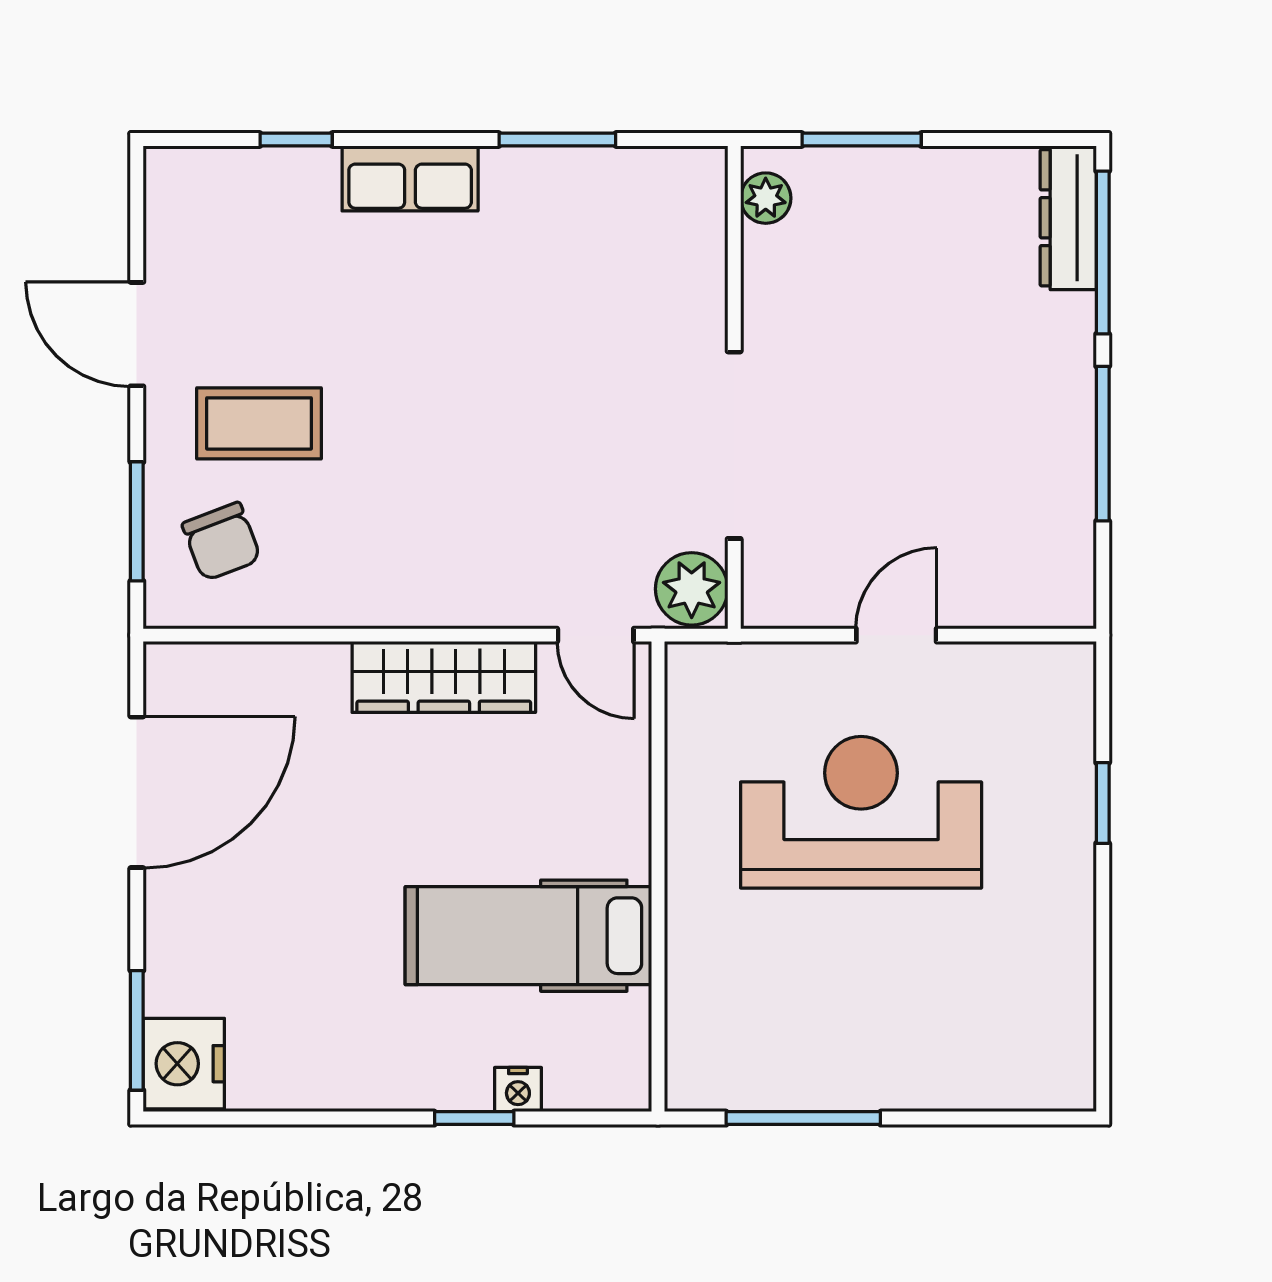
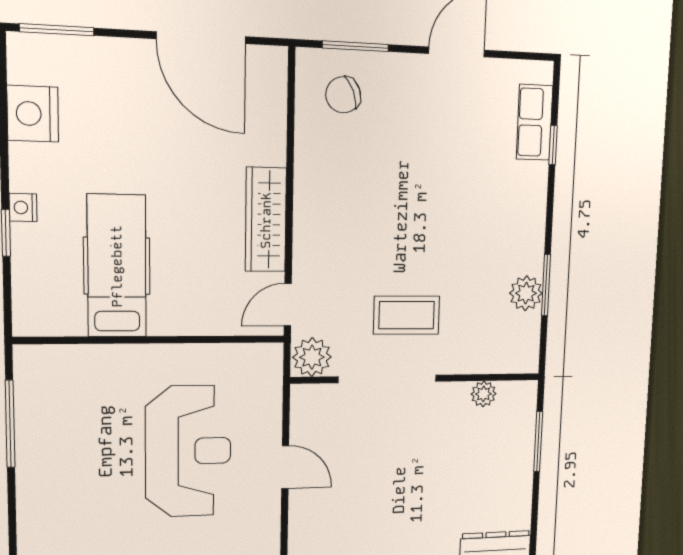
row of seats: (410, 178) -> (535, 122), moved
plant: (573, 179) -> (526, 293), added
plant: (766, 198) -> (483, 394), moved
coffee table: (259, 423) -> (407, 315), moved, turned 90
nightstand: (184, 1064) -> (33, 114), moved, turned -90
nightstand: (518, 1090) -> (23, 208), moved

